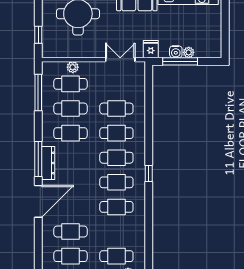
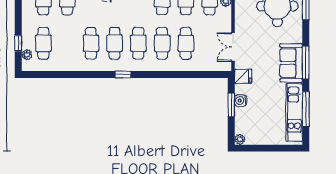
plant: (189, 52) -> (240, 139), moved
double door: (120, 60) -> (233, 47), swing flipped
window: (180, 61) -> (231, 105), width x0.69

